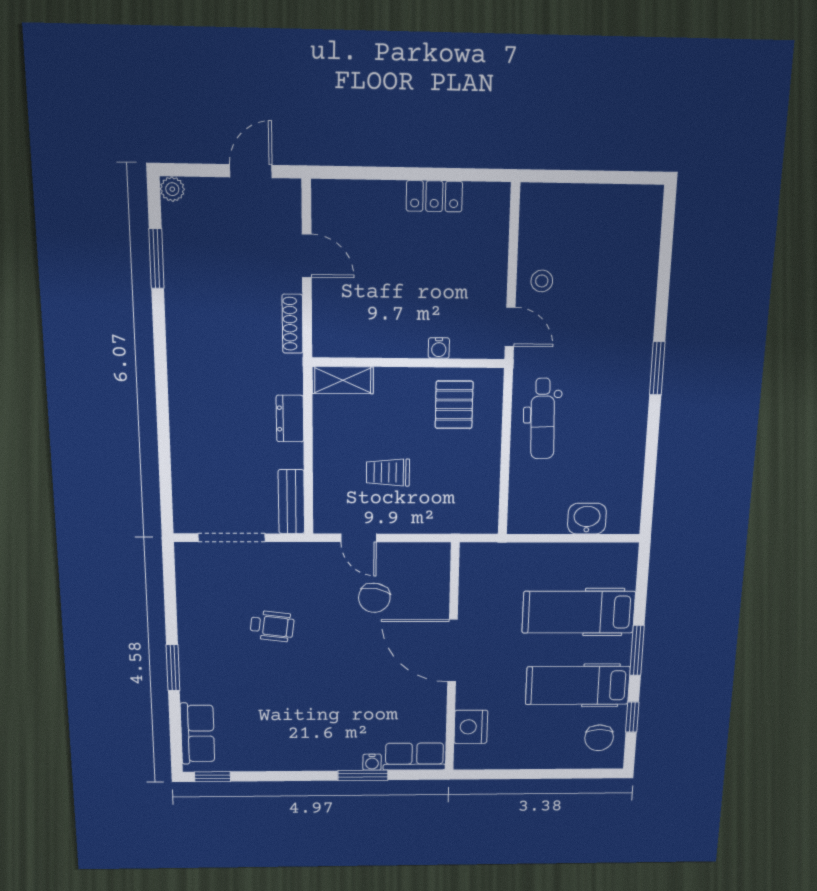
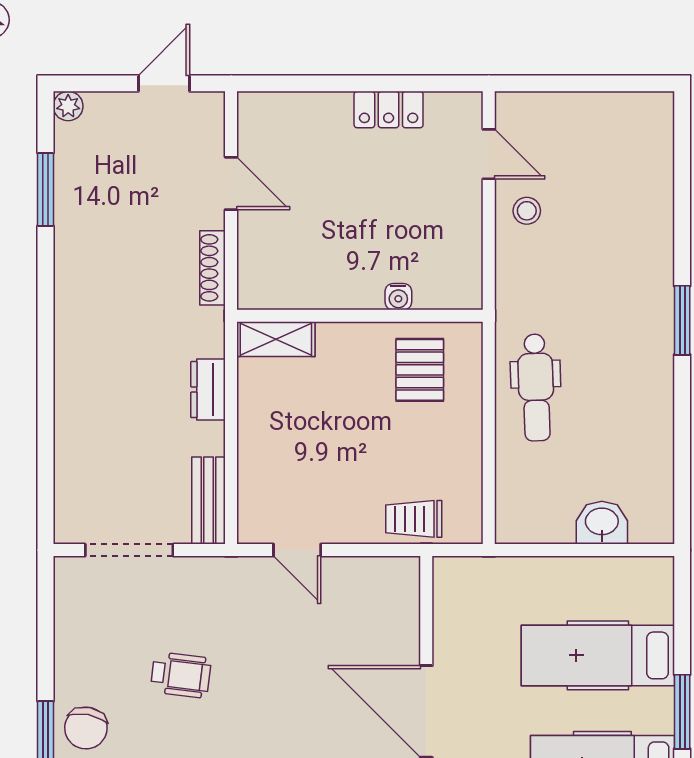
door: (510, 327) -> (489, 154), moved
trolley: (388, 473) -> (414, 519), moved
chair: (374, 598) -> (86, 728), moved

